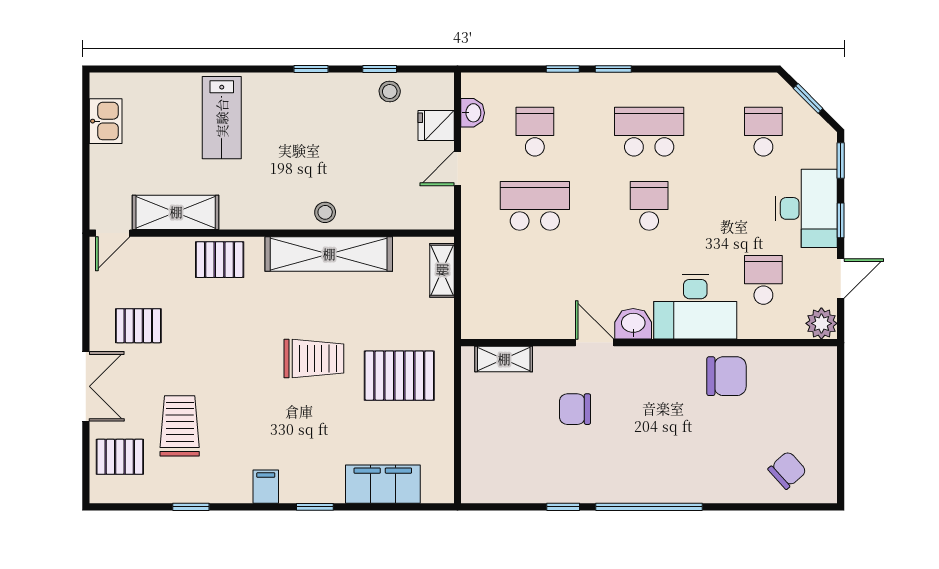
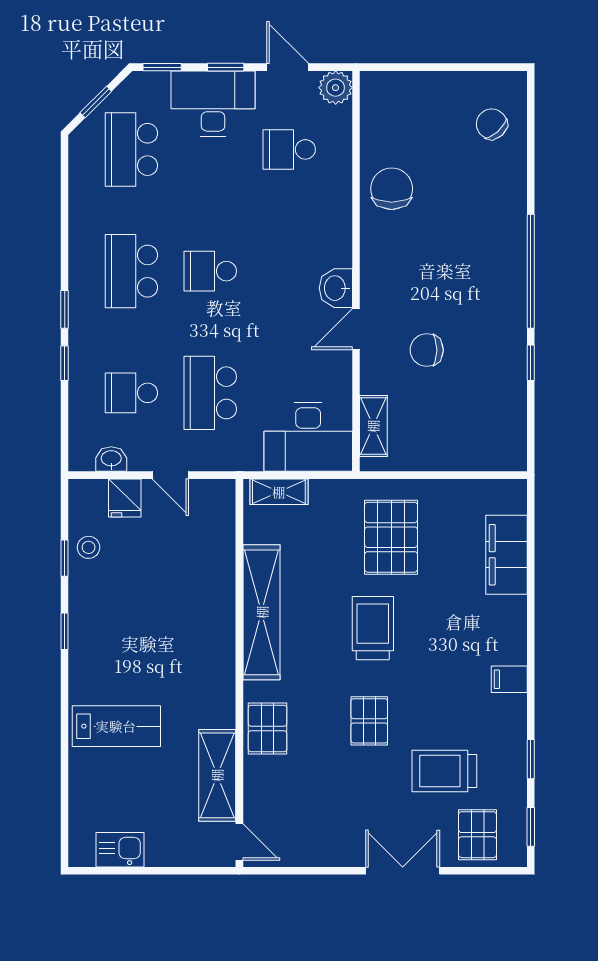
school desk: (763, 132) -> (131, 149), width x1.85
stool: (325, 212) -> (217, 616), removed
desk: (695, 307) -> (308, 437), moved, turned 90
pallet: (138, 326) -> (369, 721), moved
chair: (575, 409) -> (427, 350), turned 90
window: (315, 507) -> (531, 827), moved

